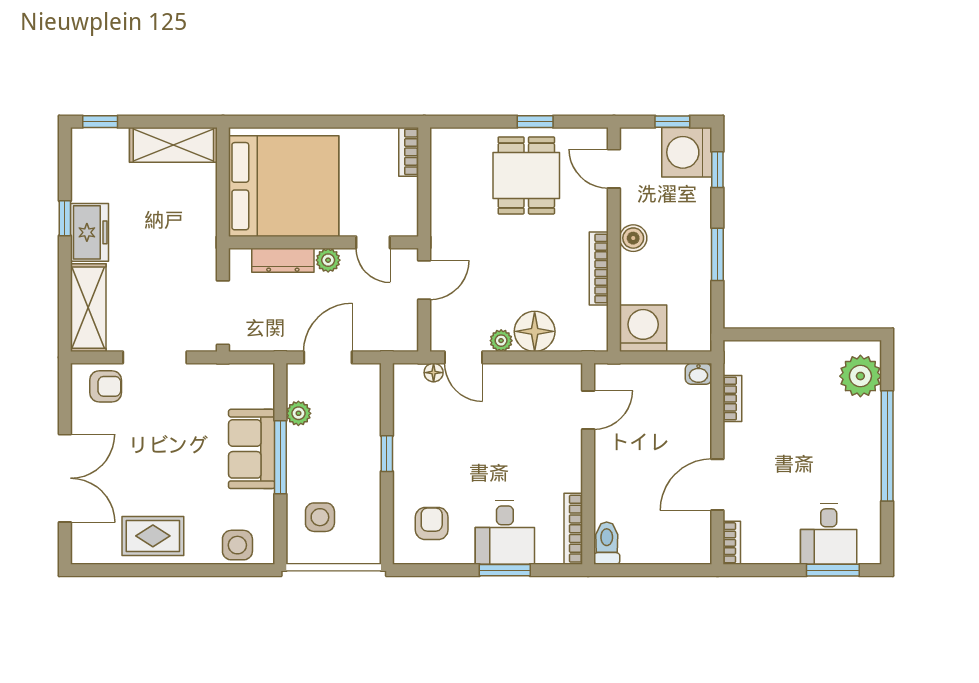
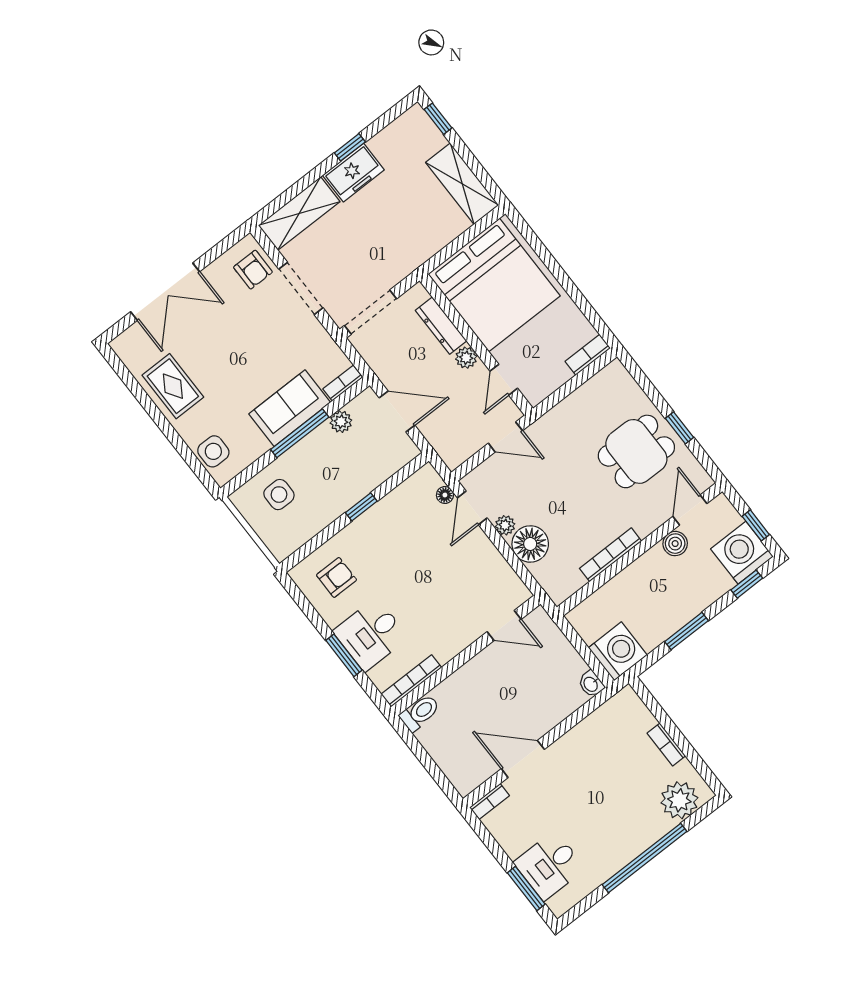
boiler: (633, 238) -> (675, 544), moved
washing machine: (643, 328) -> (618, 651), moved
bookcase: (266, 385) -> (343, 383), added
bookcase: (732, 398) -> (666, 744), moved, turned 90

